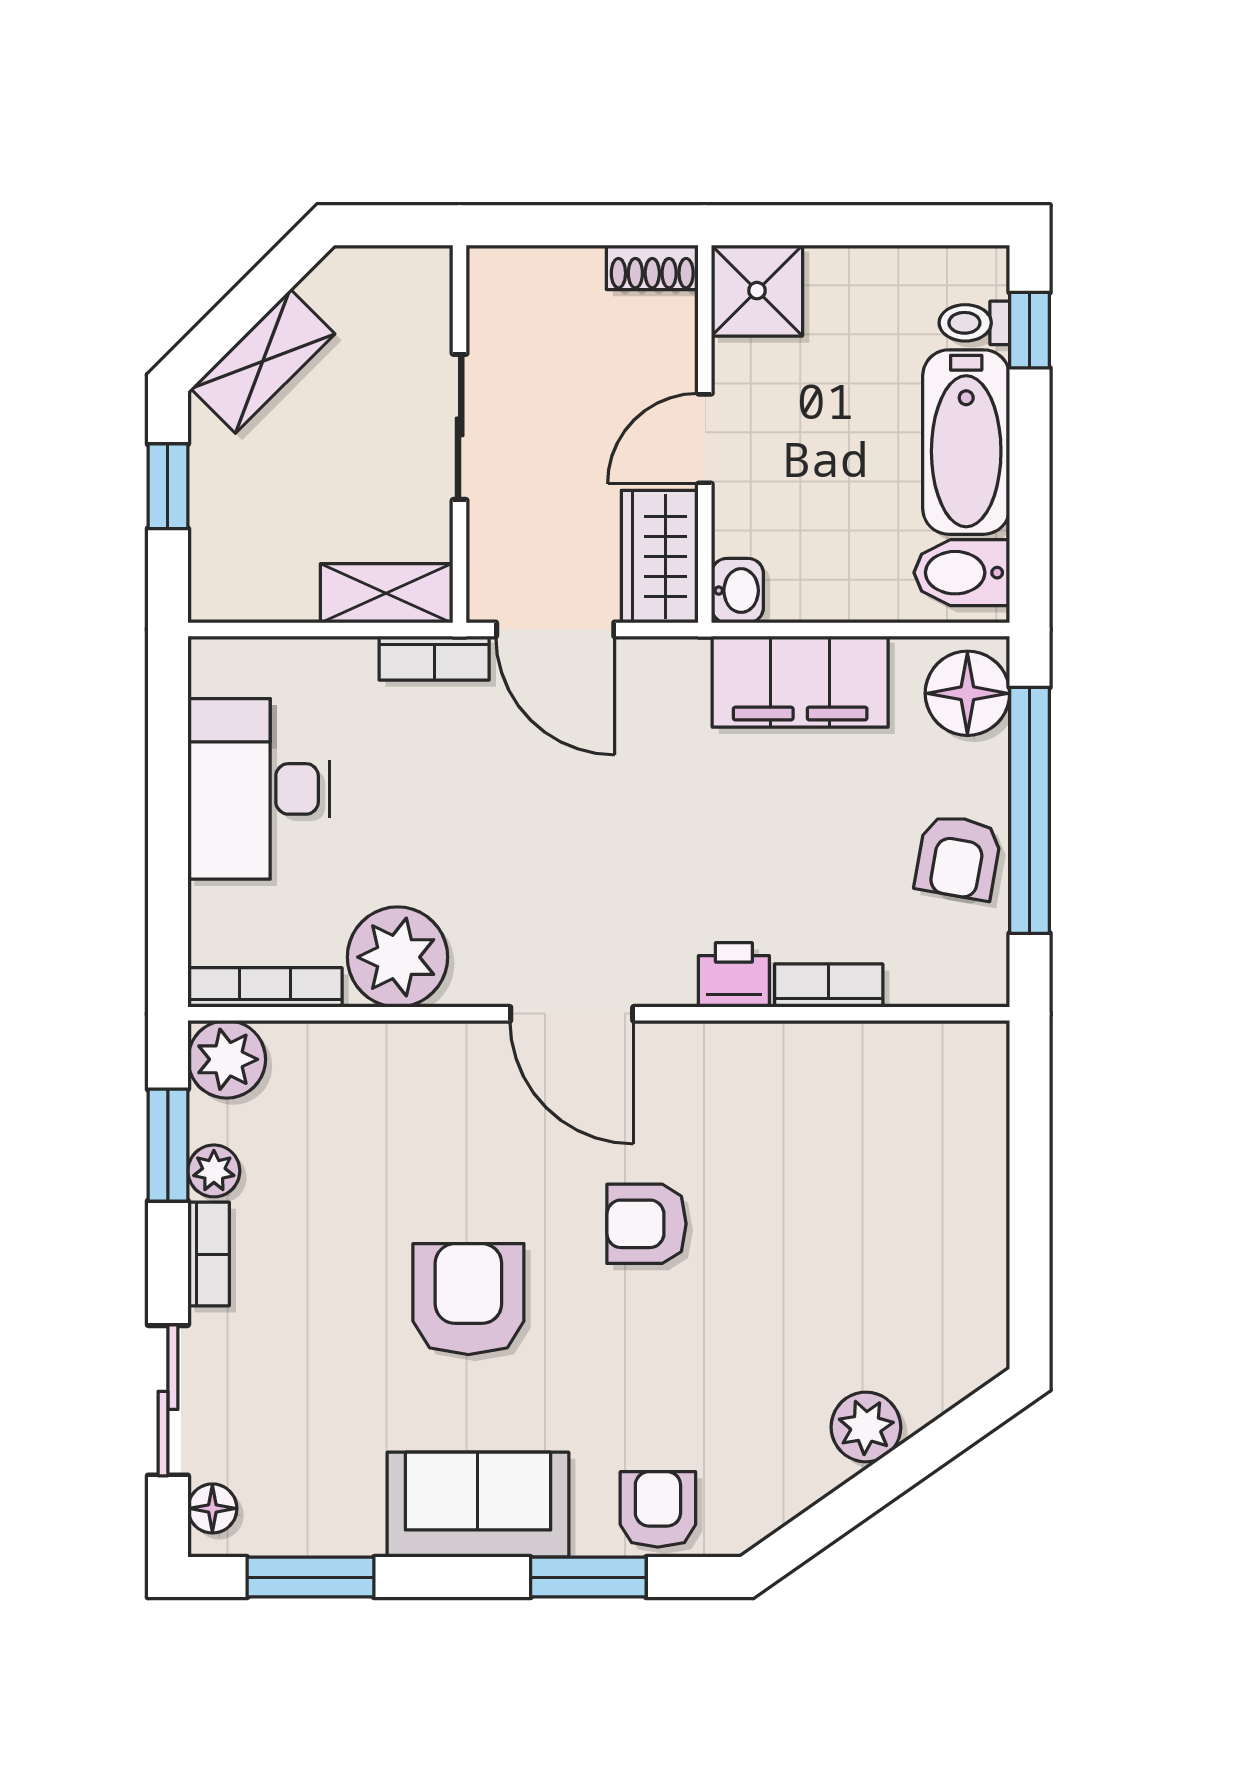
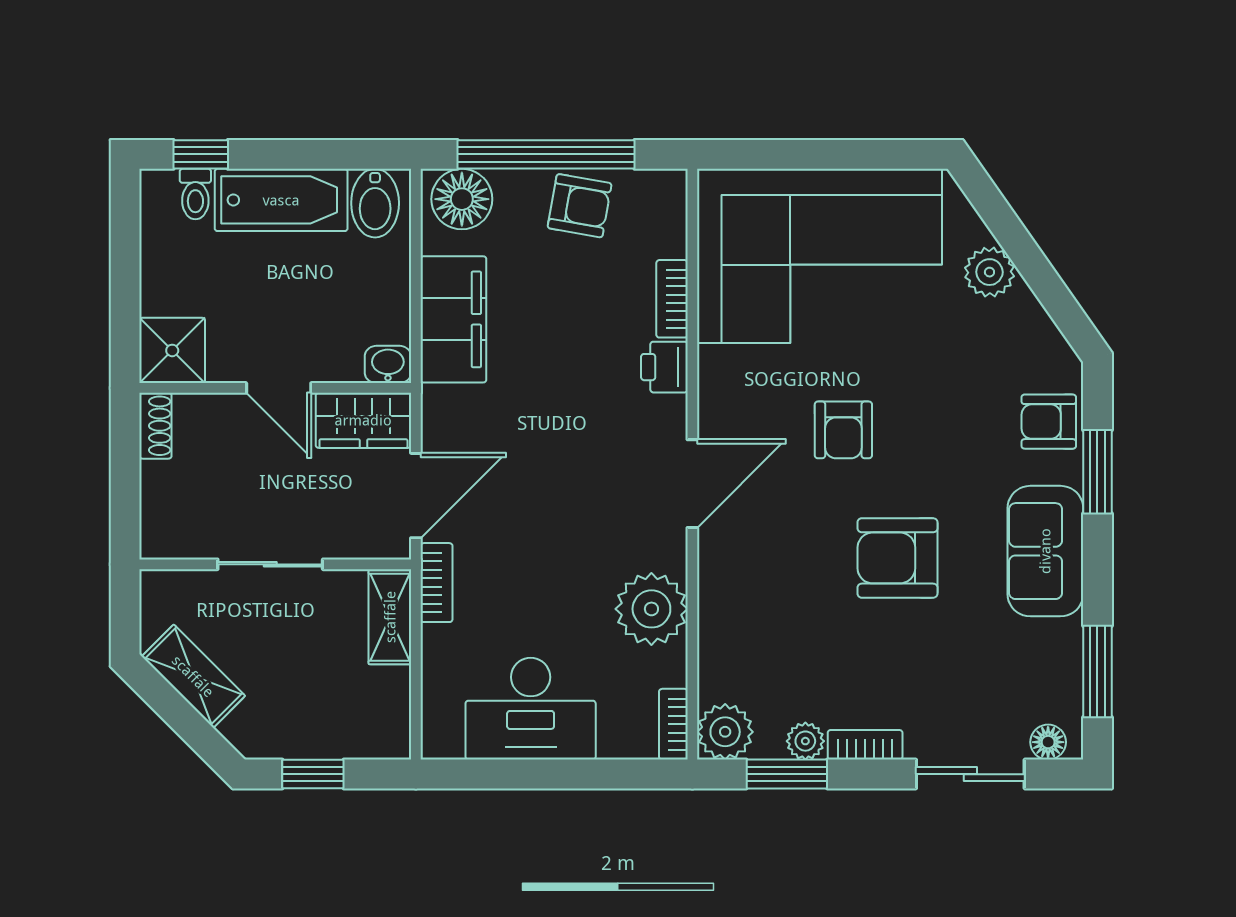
shelving: (263, 361) -> (193, 676), moved
bookcase: (265, 987) -> (673, 724), width x0.64
corner sofa: (888, 1191) -> (819, 256), added

